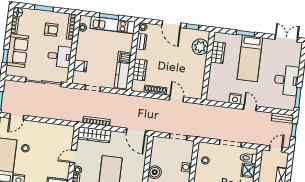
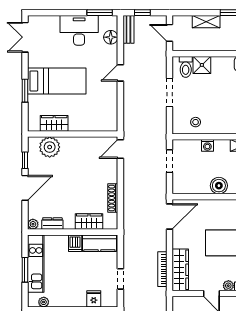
door: (177, 99) -> (120, 149), moved
nightstand: (235, 99) -> (111, 94), removed
floor lamp: (278, 104) -> (111, 37), added

